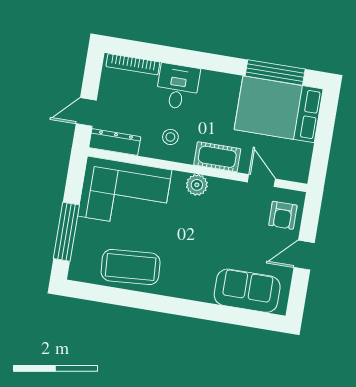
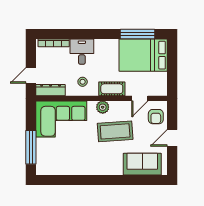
door: (261, 180) -> (140, 98), swing flipped
coffee table: (131, 267) -> (115, 131), moved

